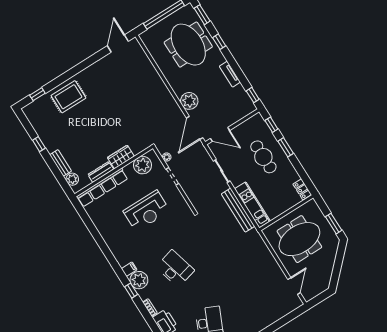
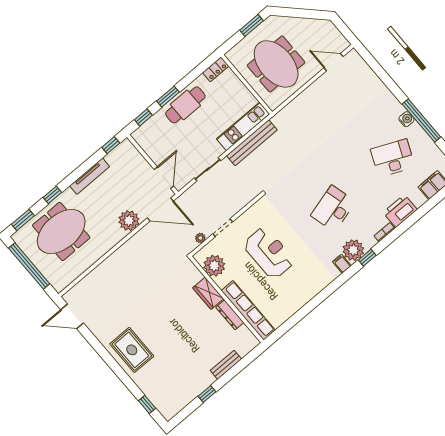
tv unit: (230, 74) -> (90, 176), width x1.41
rug: (68, 97) -> (132, 350), moved
cafe table: (263, 157) -> (185, 105), moved
plant: (72, 179) -> (243, 348), removed

